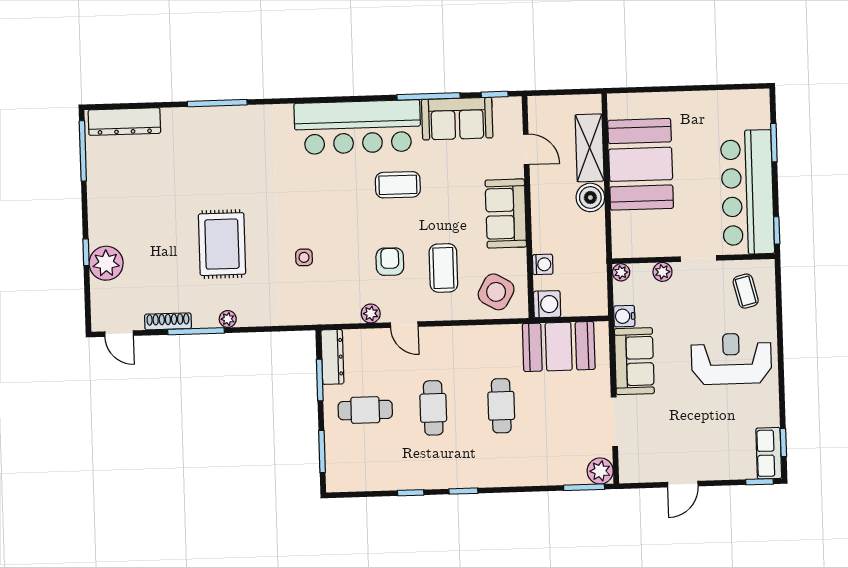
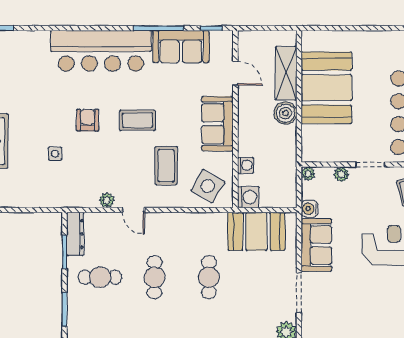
coffee table: (398, 185) -> (137, 120), moved
armchair: (390, 262) -> (88, 120), moved

